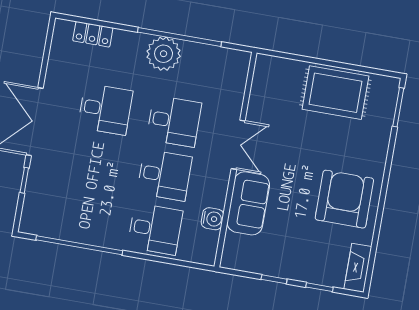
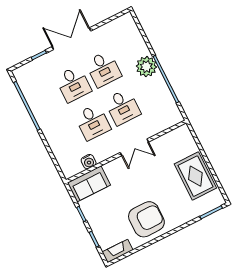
locker: (93, 34) -> (136, 36), removed
plant: (164, 54) -> (146, 67), moved
sofa: (248, 203) -> (89, 184), moved
desk: (155, 229) -> (73, 84), moved

